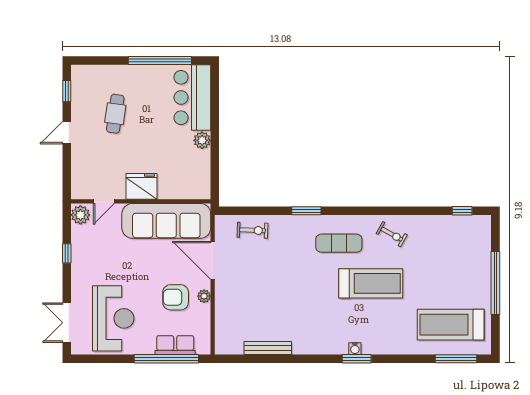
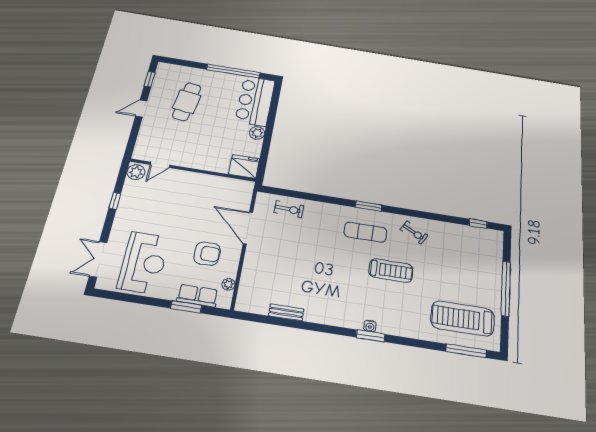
cafe table: (115, 114) -> (187, 102), width x1.37, depth x1.35
fridge: (142, 186) -> (244, 166), moved
window: (306, 211) -> (369, 206), moved
sofa: (166, 221) -> (212, 189), removed
treadmill: (371, 283) -> (391, 271), width x0.73, depth x0.73
plant: (204, 296) -> (228, 284), moved
armchair: (176, 297) -> (207, 254), turned 180
bench: (268, 348) -> (286, 312), width x0.73
window: (166, 359) -> (186, 307), width x0.47

